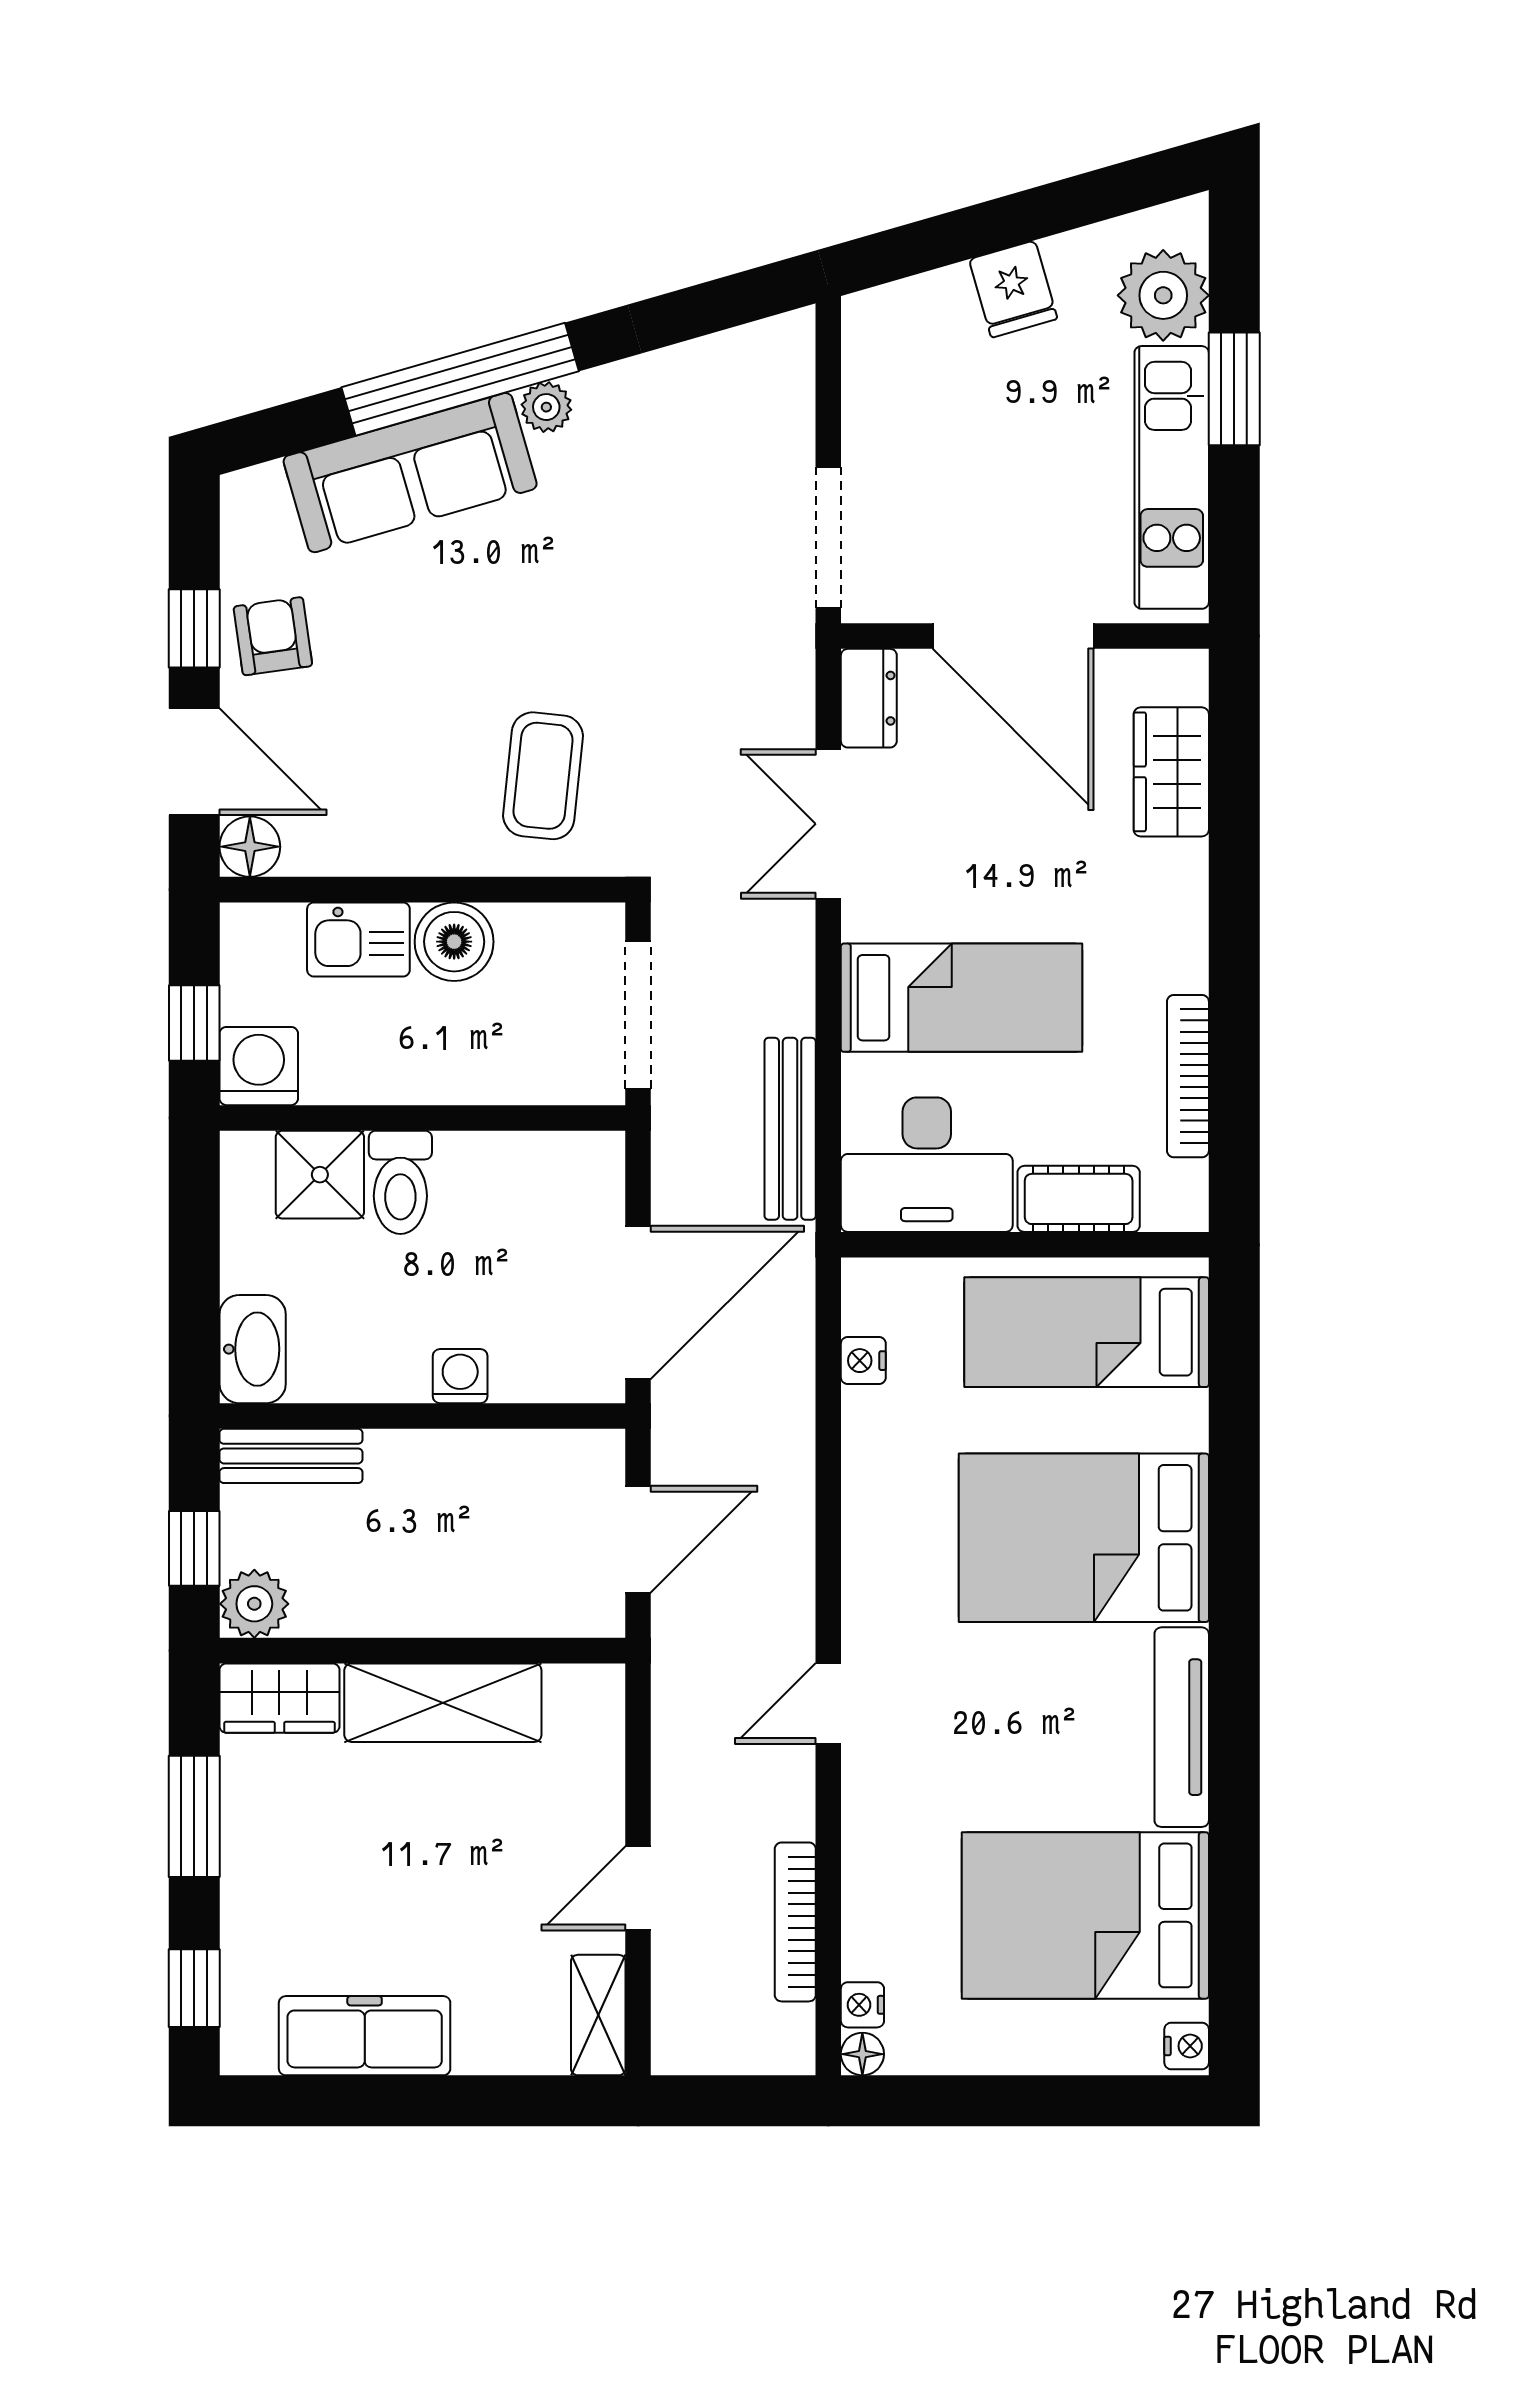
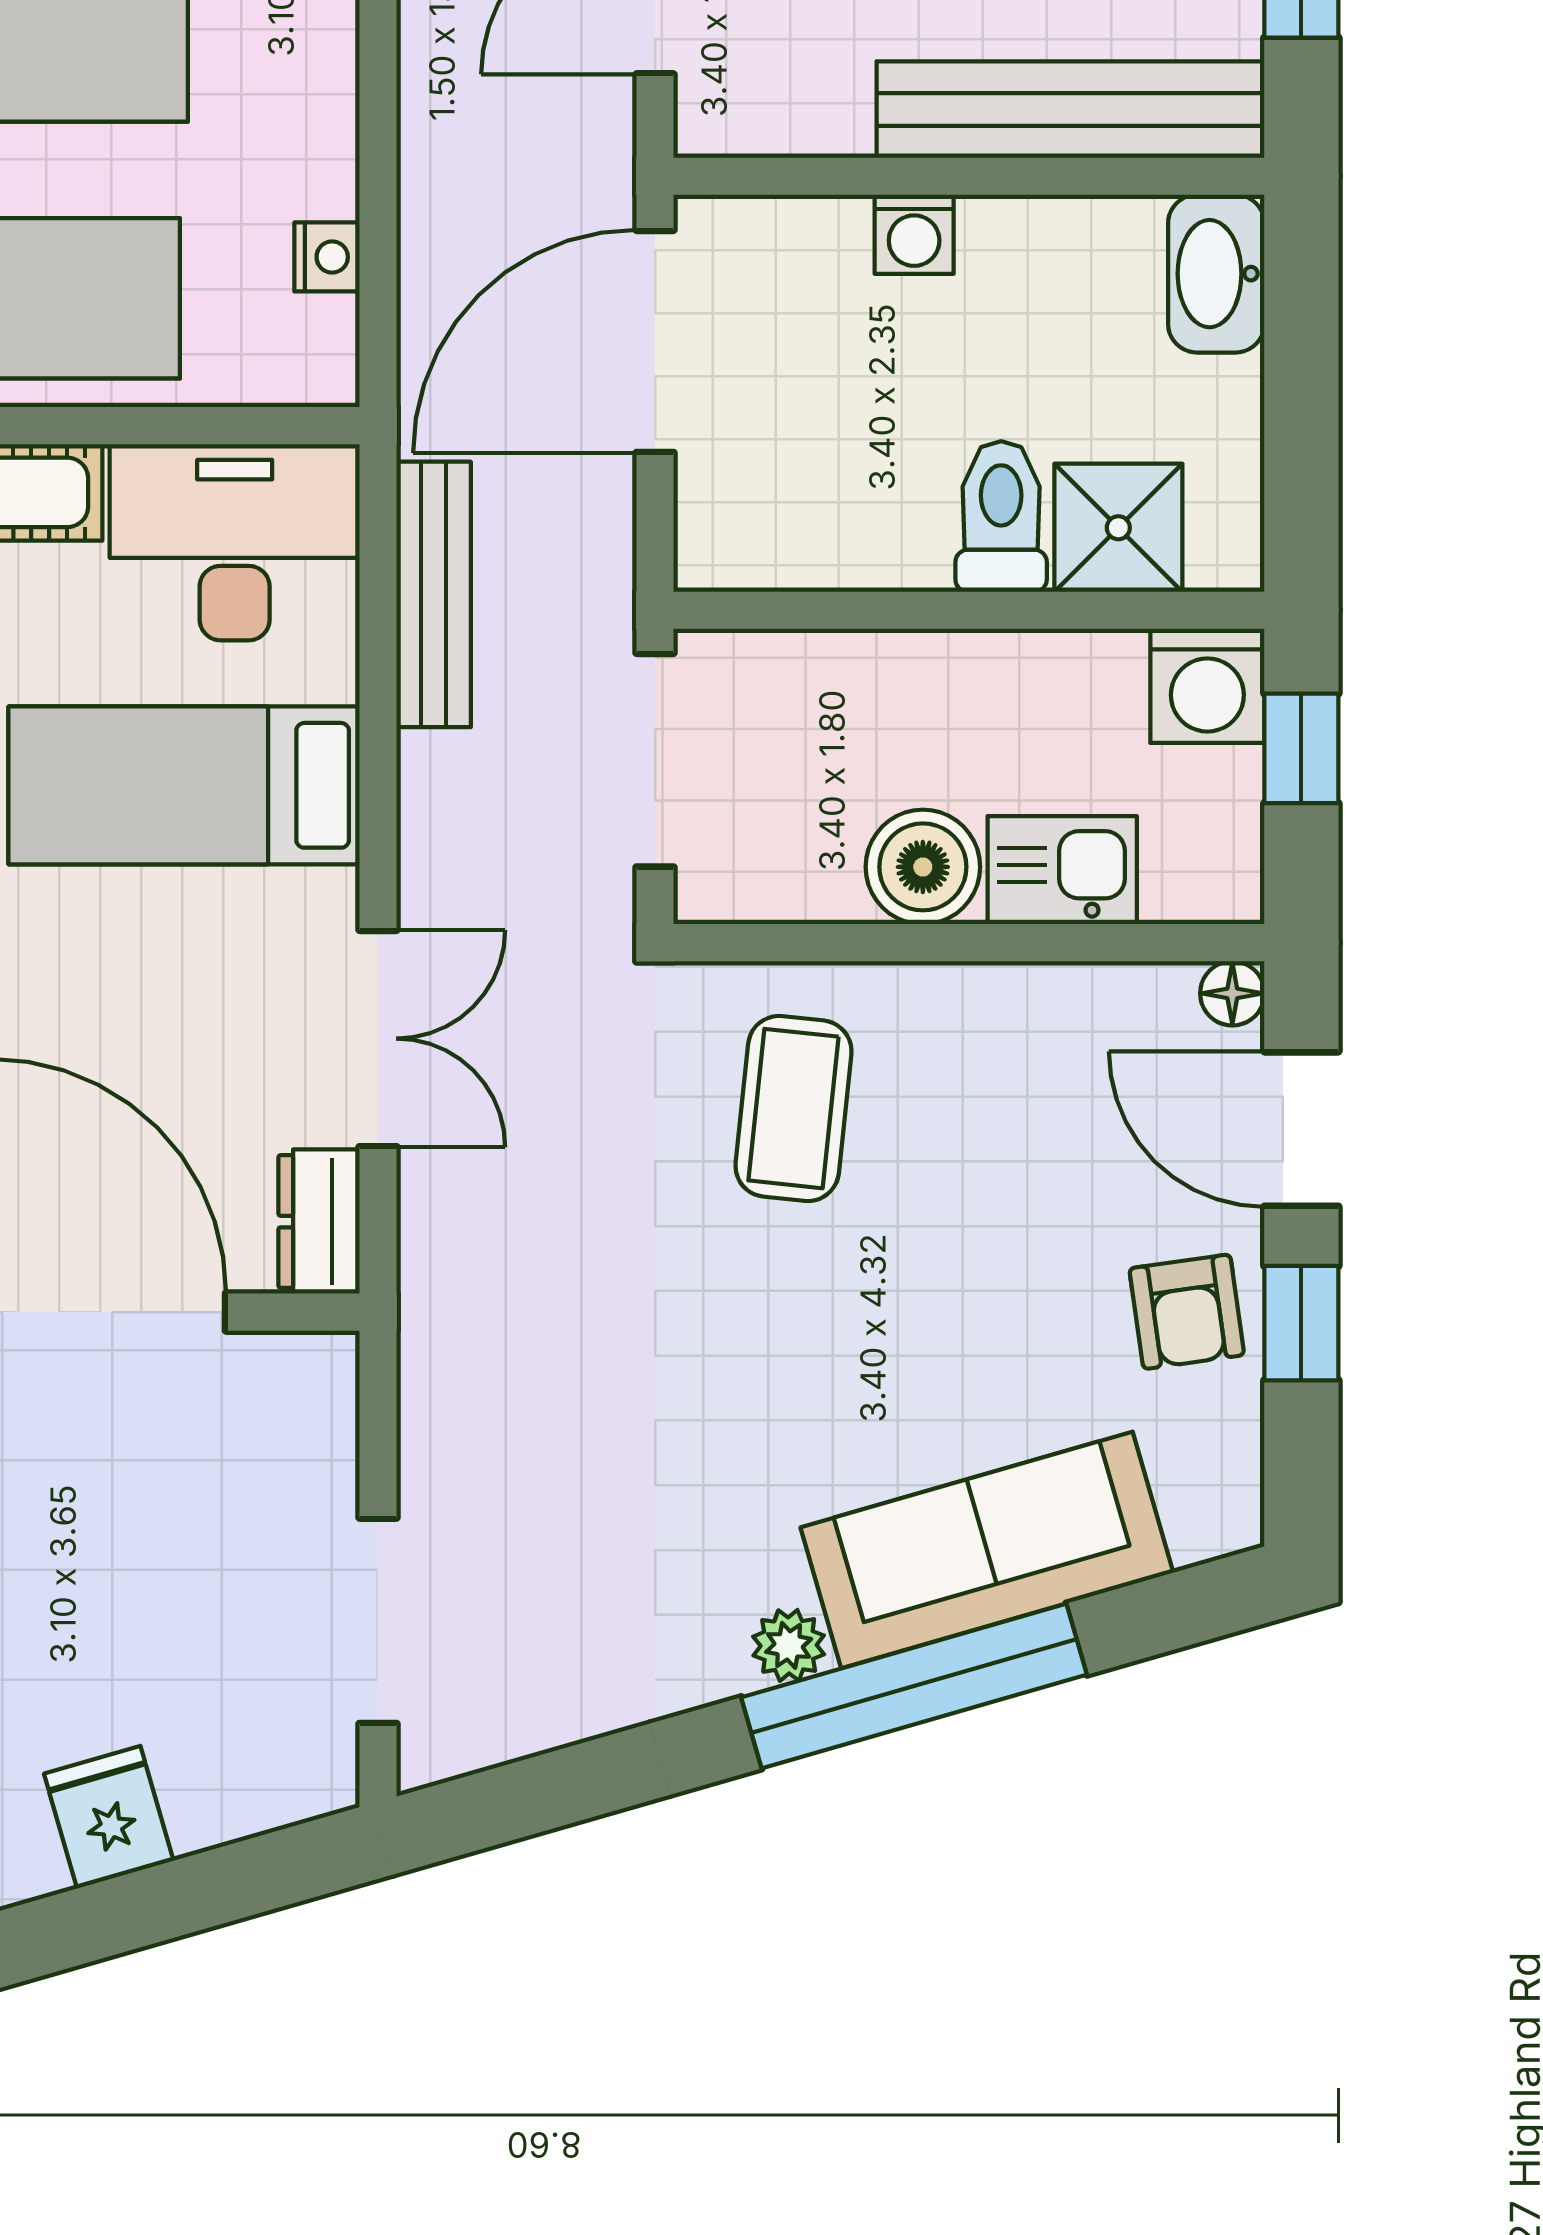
doorway: (828, 537) -> (378, 1621), moved
floor lamp: (250, 847) -> (1232, 993), width x0.73, depth x0.73
bench: (291, 1456) -> (1071, 110), width x1.86, depth x1.21

